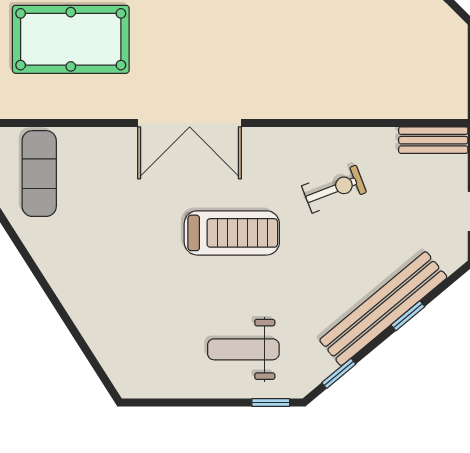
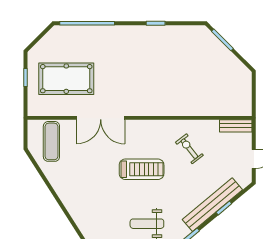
double door: (190, 123) -> (101, 118), moved
exercise bike: (334, 189) -> (189, 149), turned -107

